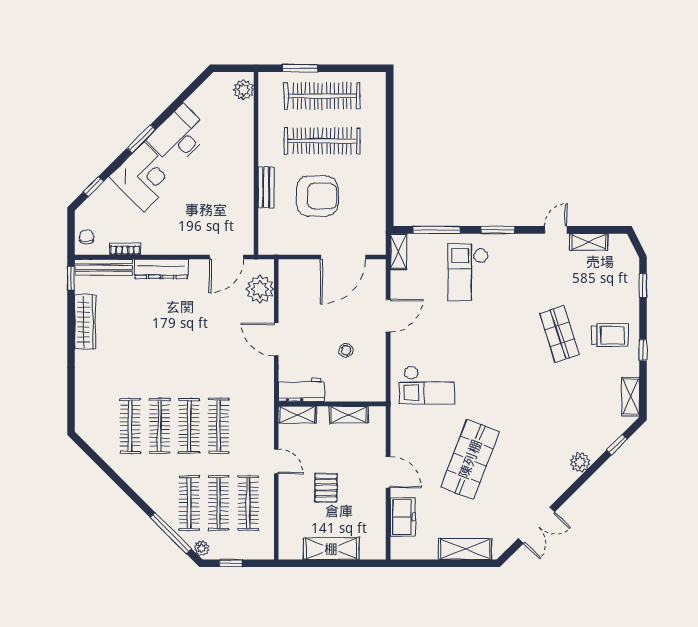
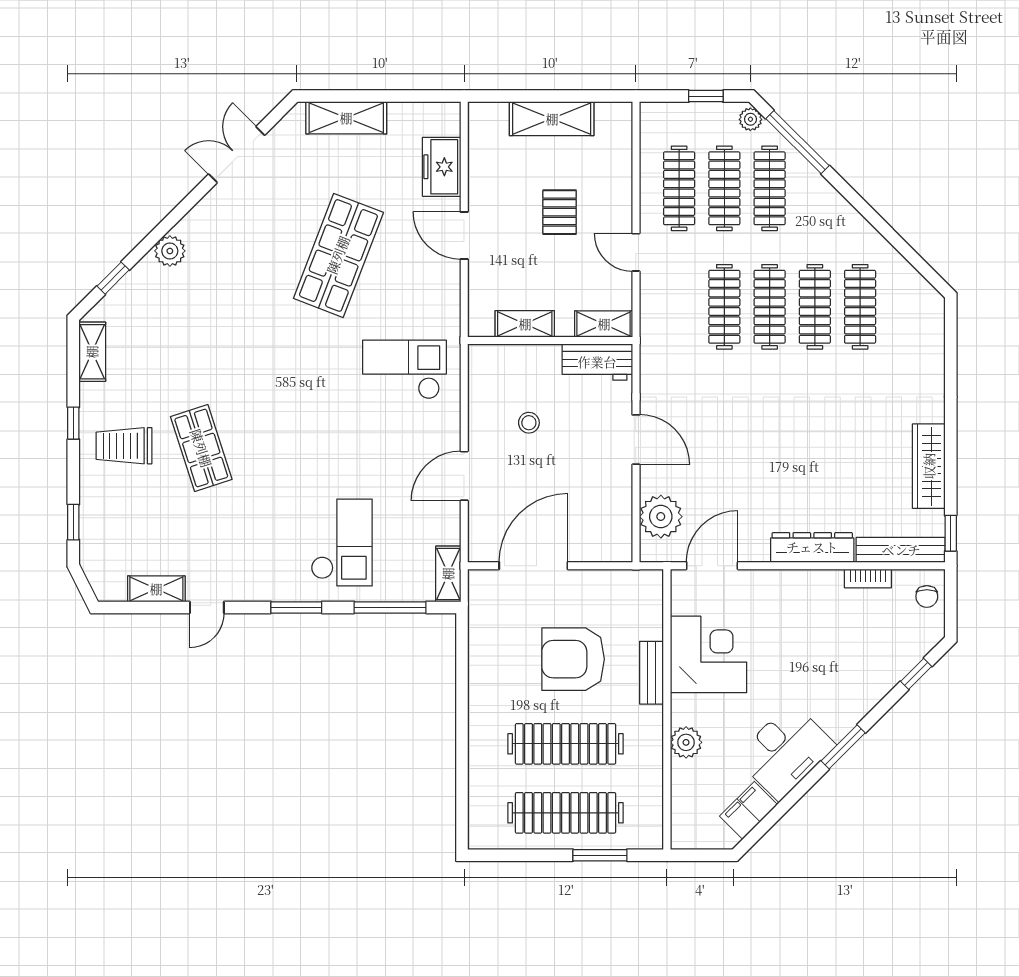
plant: (244, 90) -> (686, 742), moved
filing cabinet: (203, 98) -> (748, 810), added
corner desk: (144, 176) -> (708, 654), moved, turned 135

